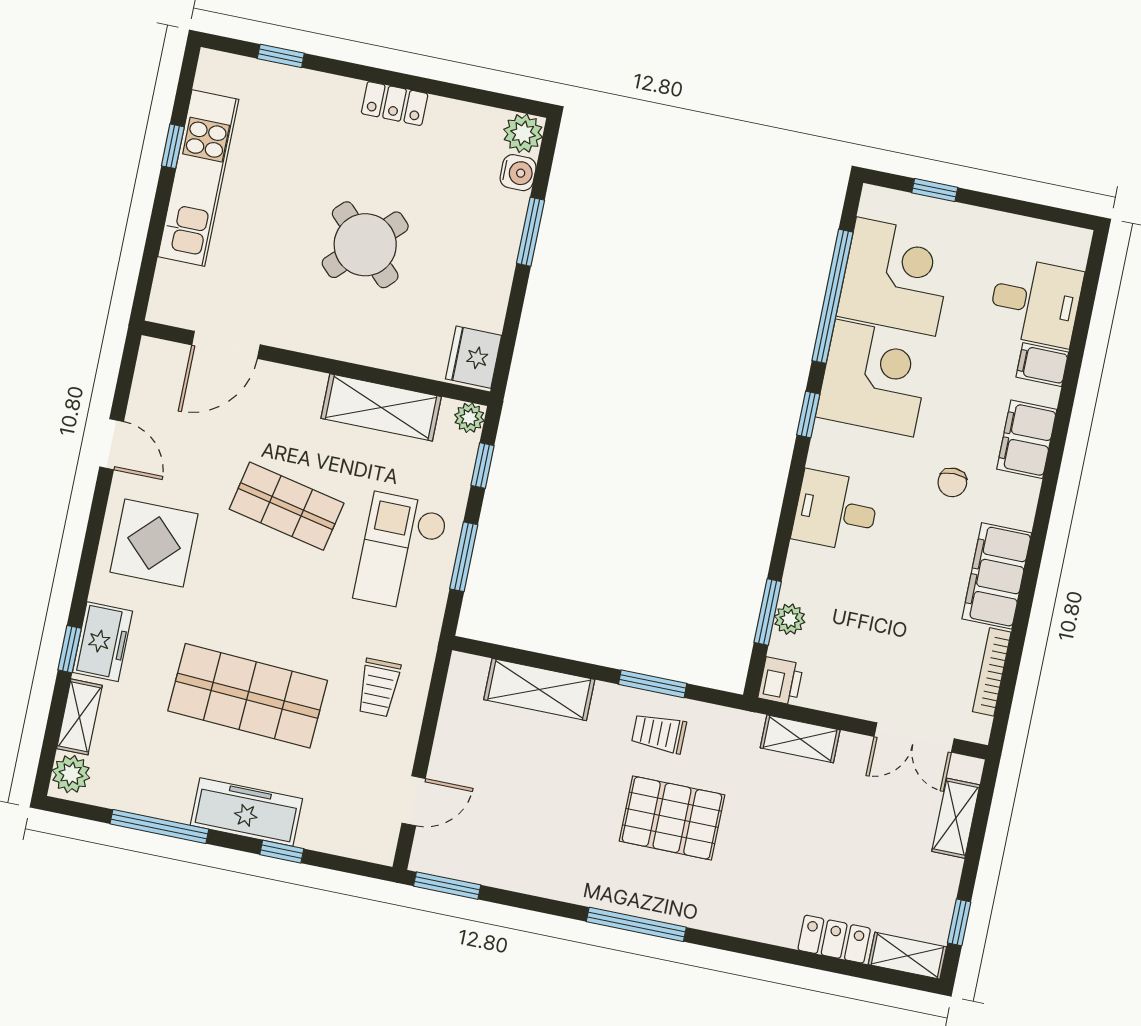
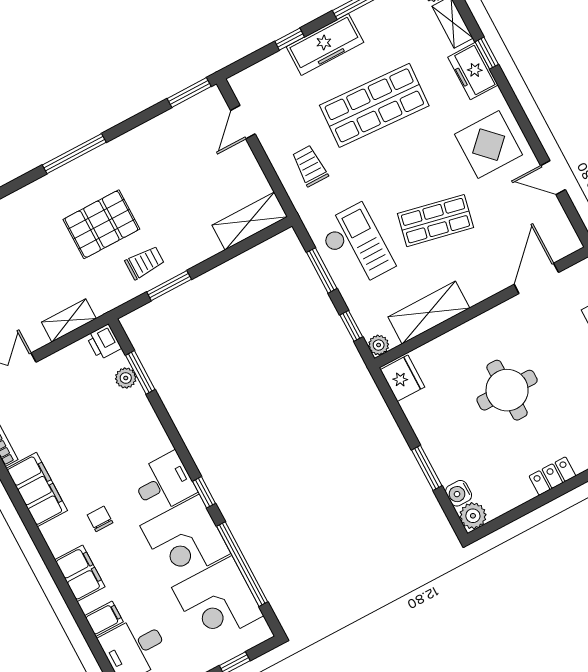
round table: (365, 245) -> (507, 390), turned 45
desk: (836, 511) -> (164, 483), moved
shelving: (539, 690) -> (250, 221), moved

